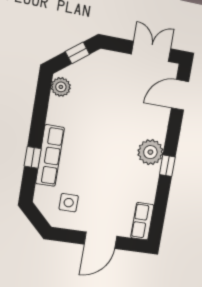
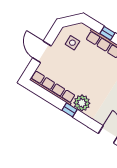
row of seats: (142, 221) -> (53, 88), width x2.02

